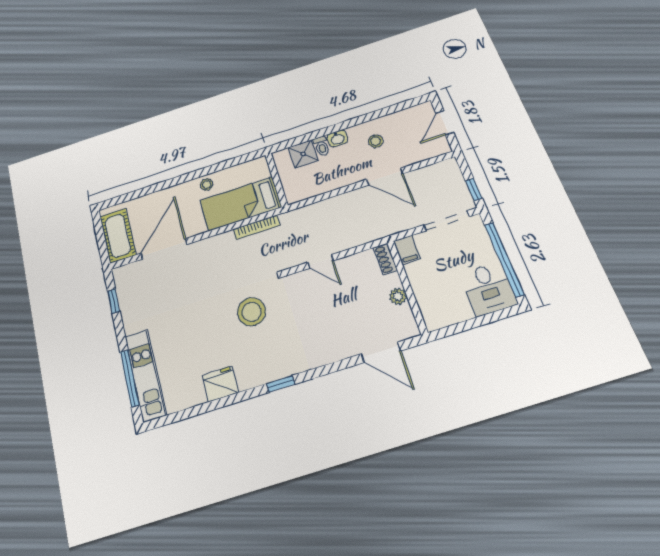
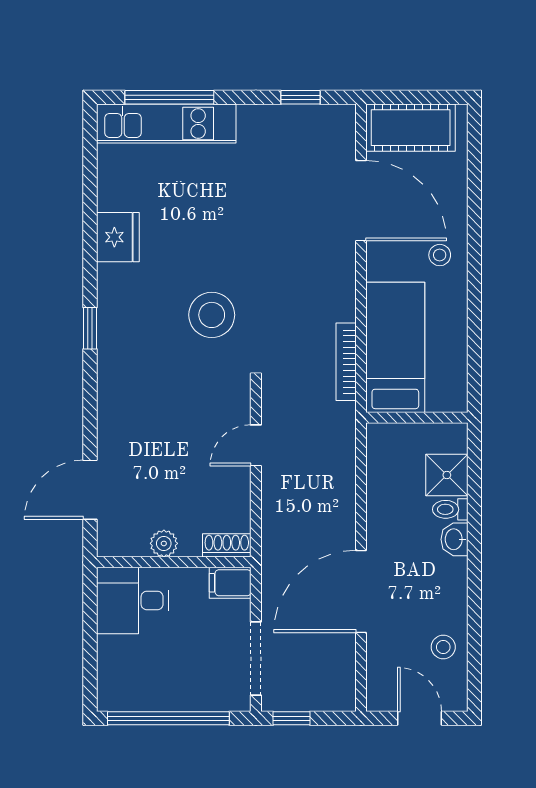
stool: (376, 141) -> (443, 647), moved
door: (385, 177) -> (361, 591), width x1.36
stool: (207, 185) -> (440, 255), moved
desk: (488, 289) -> (133, 600), moved

